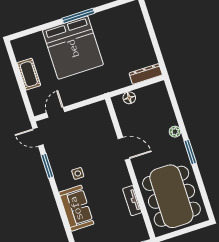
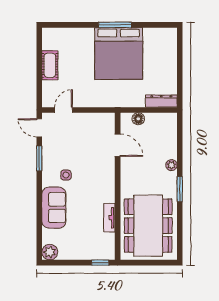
bed: (73, 48) -> (119, 54), moved
door: (124, 149) -> (118, 145), moved

